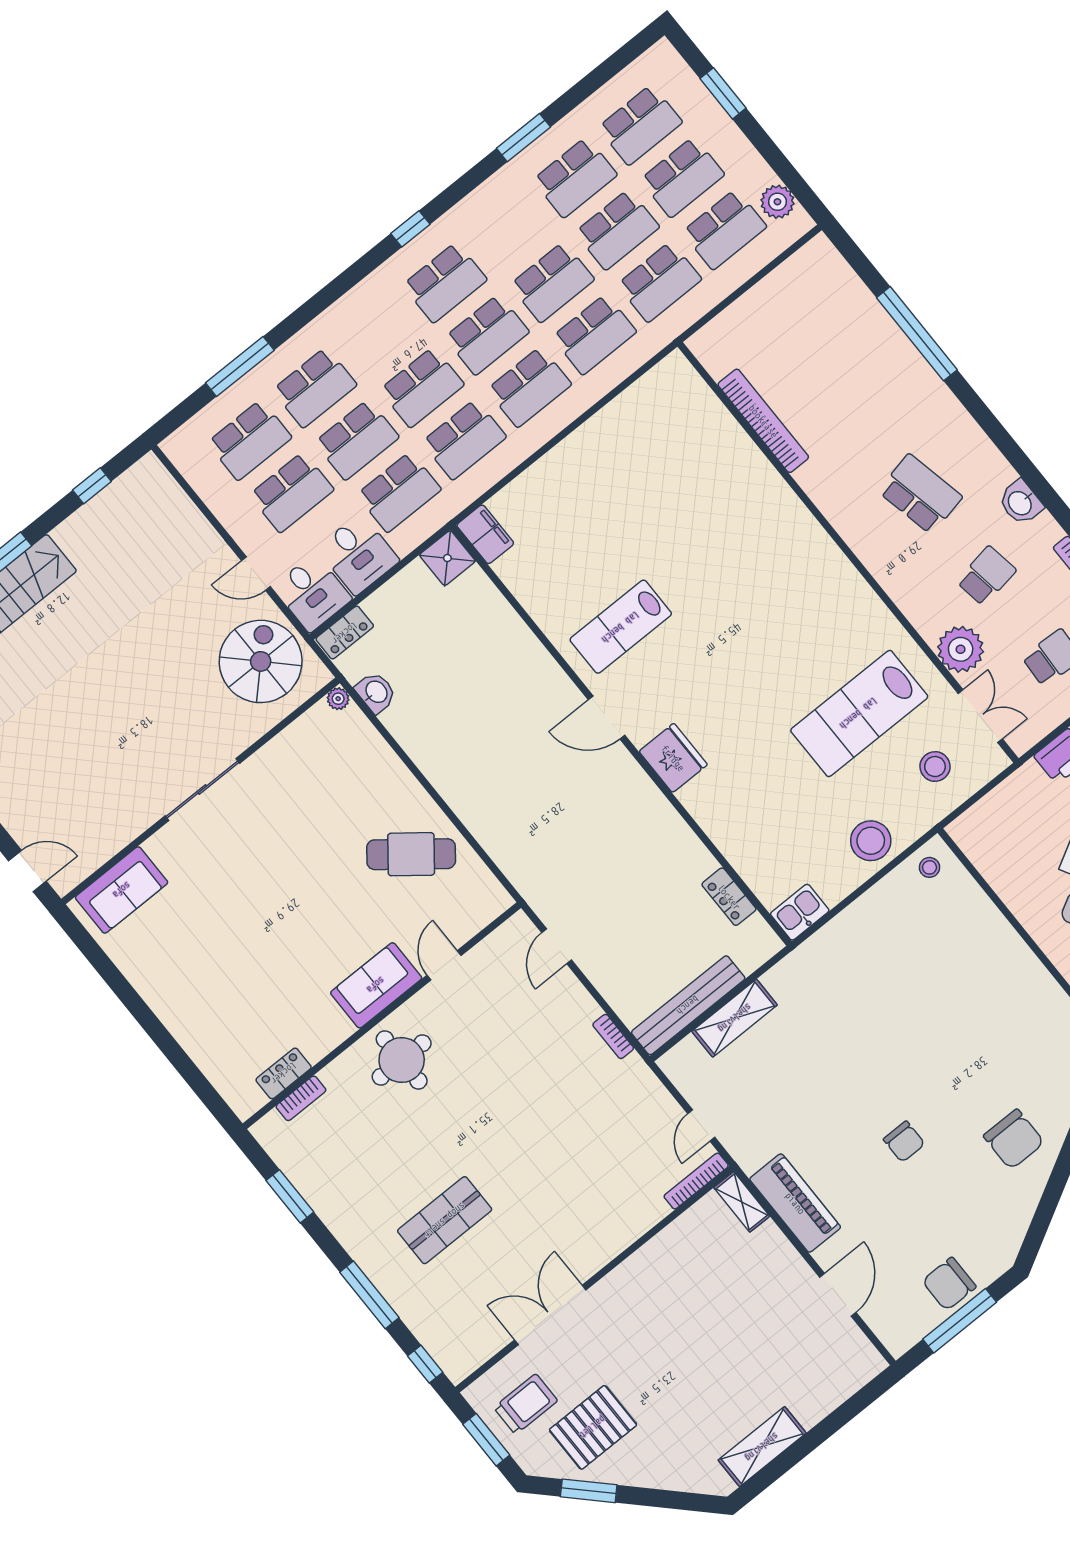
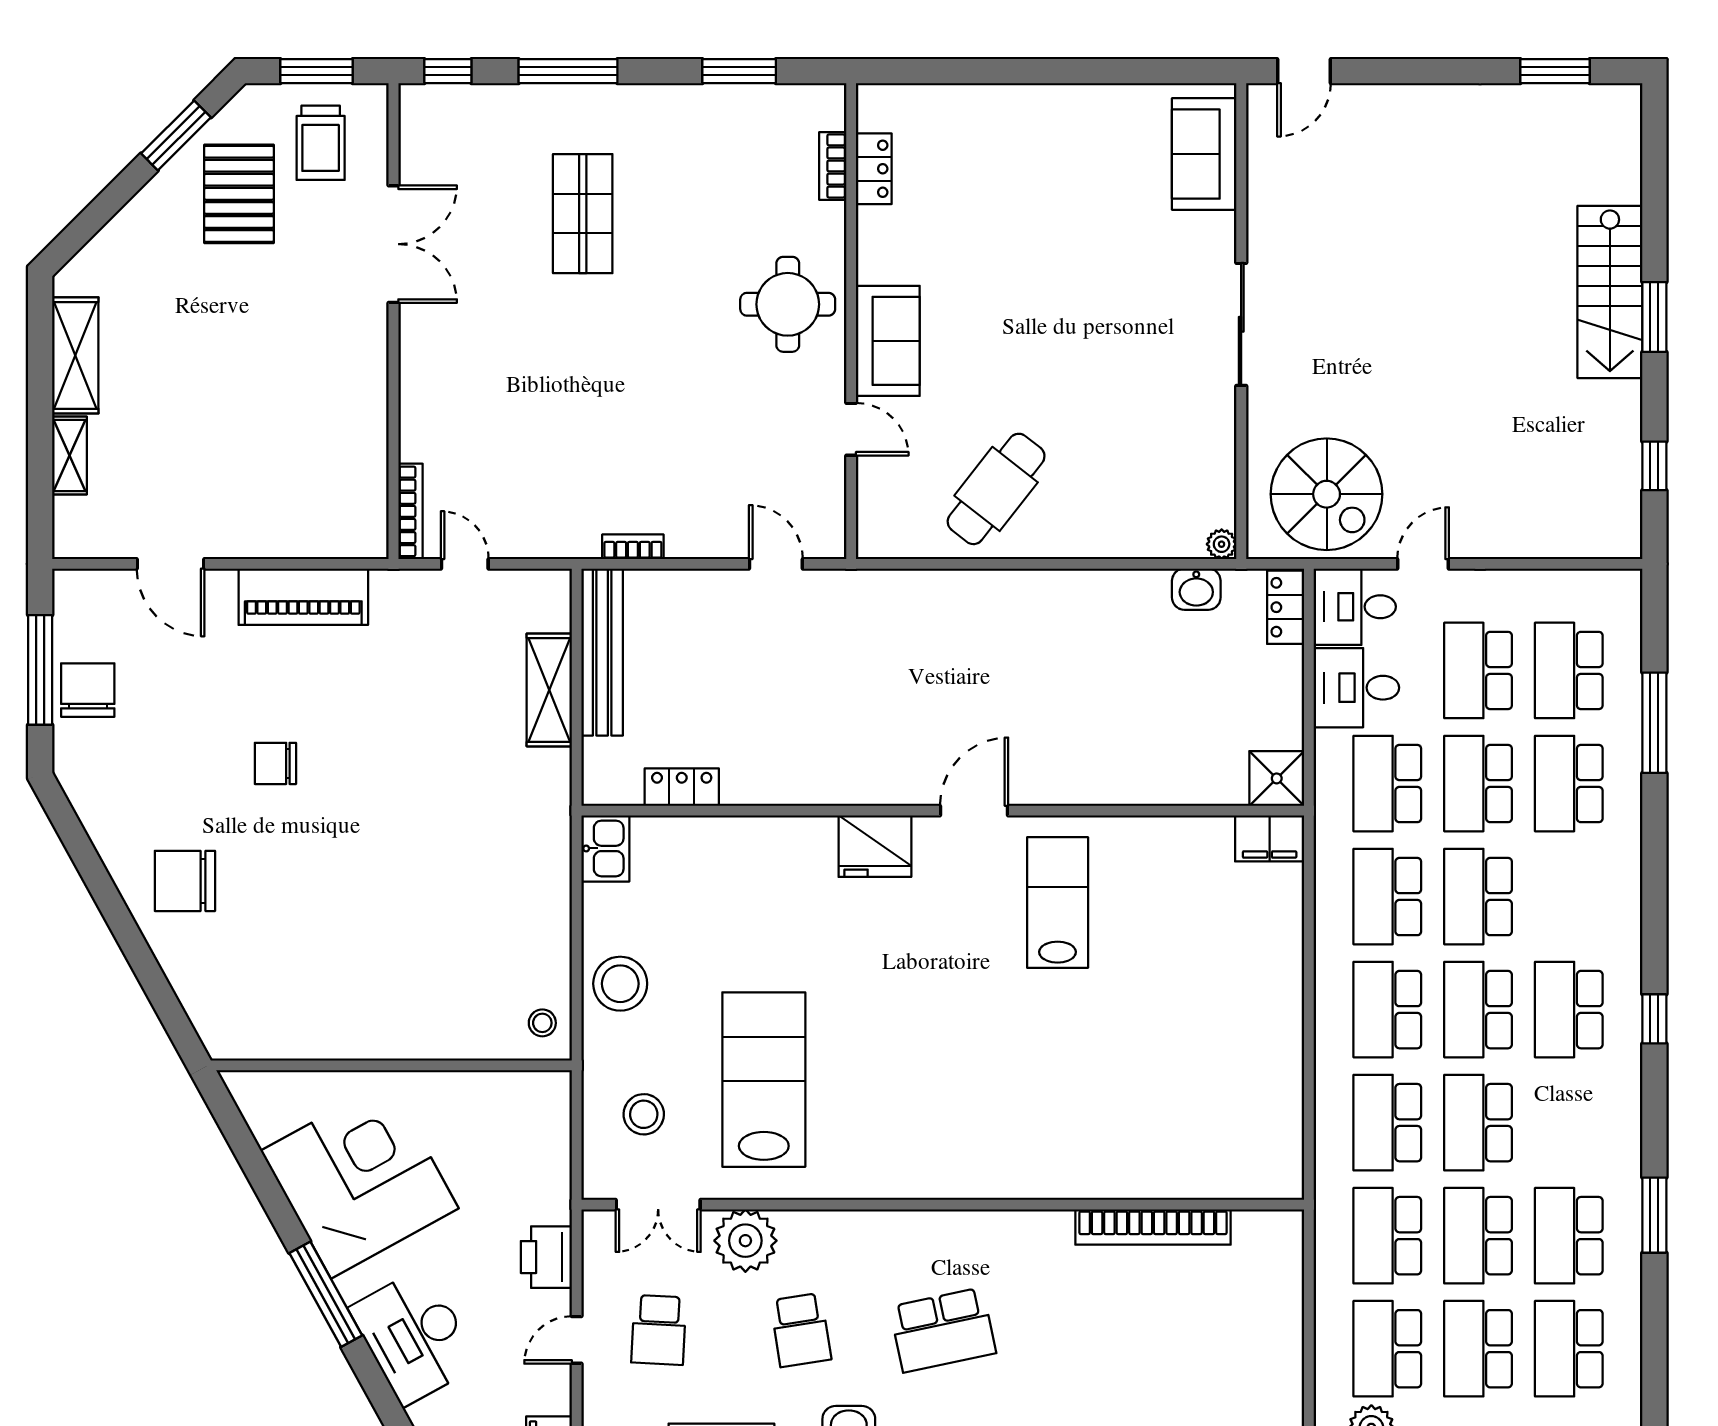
shelving: (742, 1202) -> (69, 456), moved, turned 90

